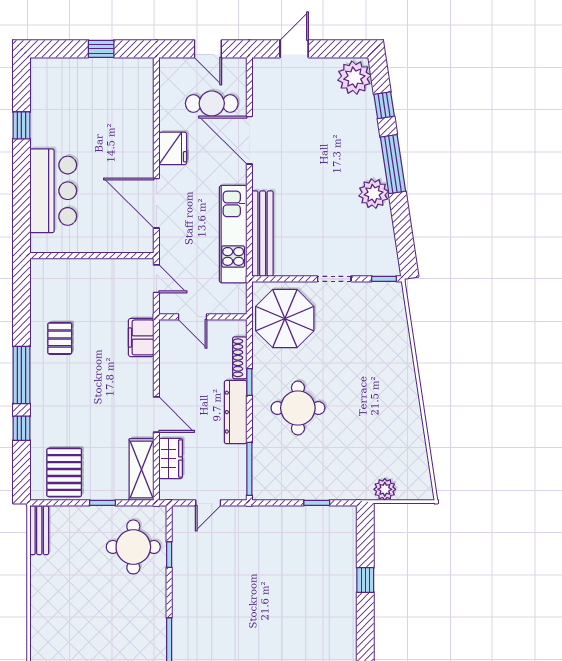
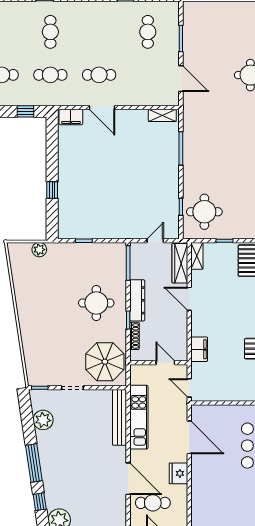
plant: (374, 194) -> (43, 420), moved
wardrobe: (171, 459) -> (180, 263), width x1.50
shelving: (141, 470) -> (197, 256), width x0.67, depth x0.75

